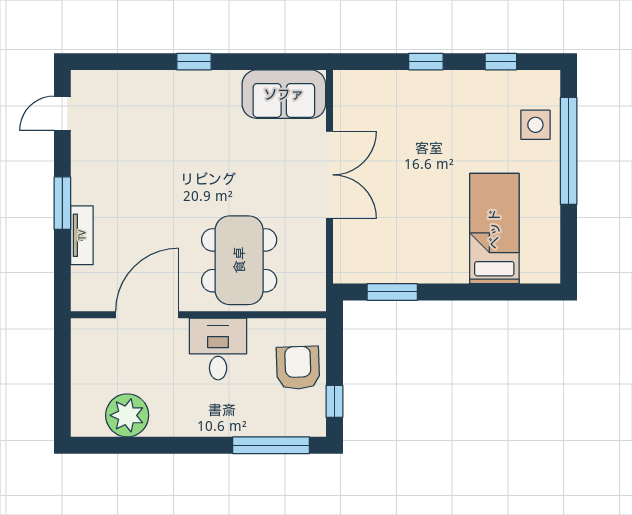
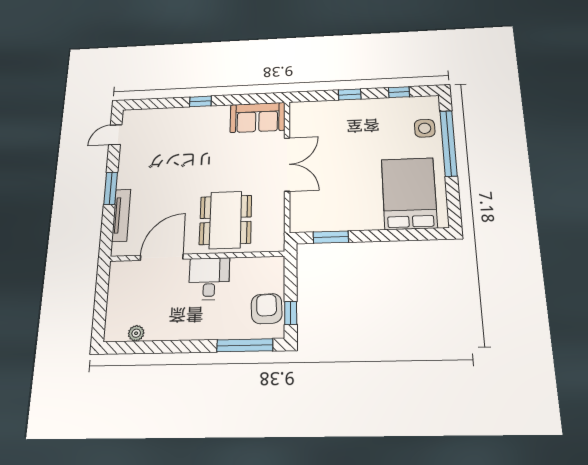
bed: (494, 229) -> (409, 193), width x1.50
tv unit: (82, 235) -> (121, 215), width x1.41
armchair: (298, 368) -> (267, 309), moved
plant: (127, 415) -> (136, 333), width x0.53, depth x0.53

